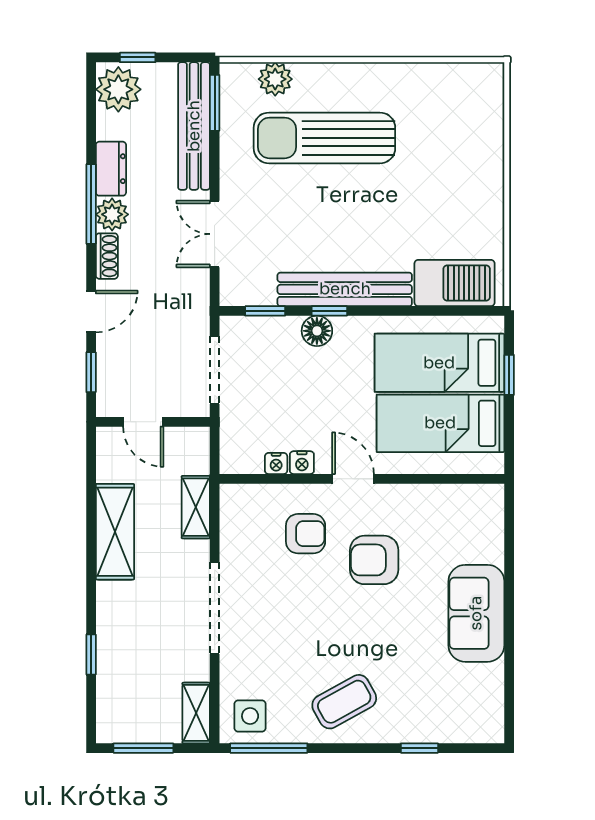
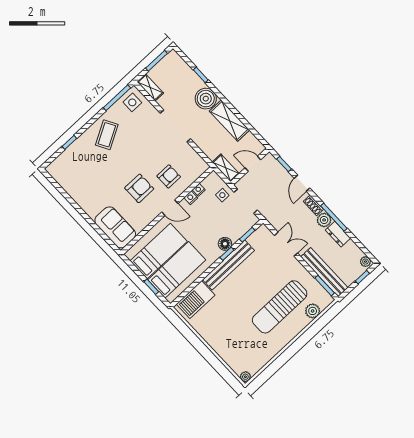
plant: (492, 74) -> (245, 377), added
plant: (118, 89) -> (365, 262), width x0.53, depth x0.53
sun lounger: (324, 138) -> (280, 307), turned 180
side table: (245, 417) -> (222, 195), added
shelving: (196, 507) -> (226, 168), moved
armchair: (306, 534) -> (169, 176), turned 180
boiler: (120, 606) -> (206, 99), added
sofa: (476, 613) -> (115, 227), moved

